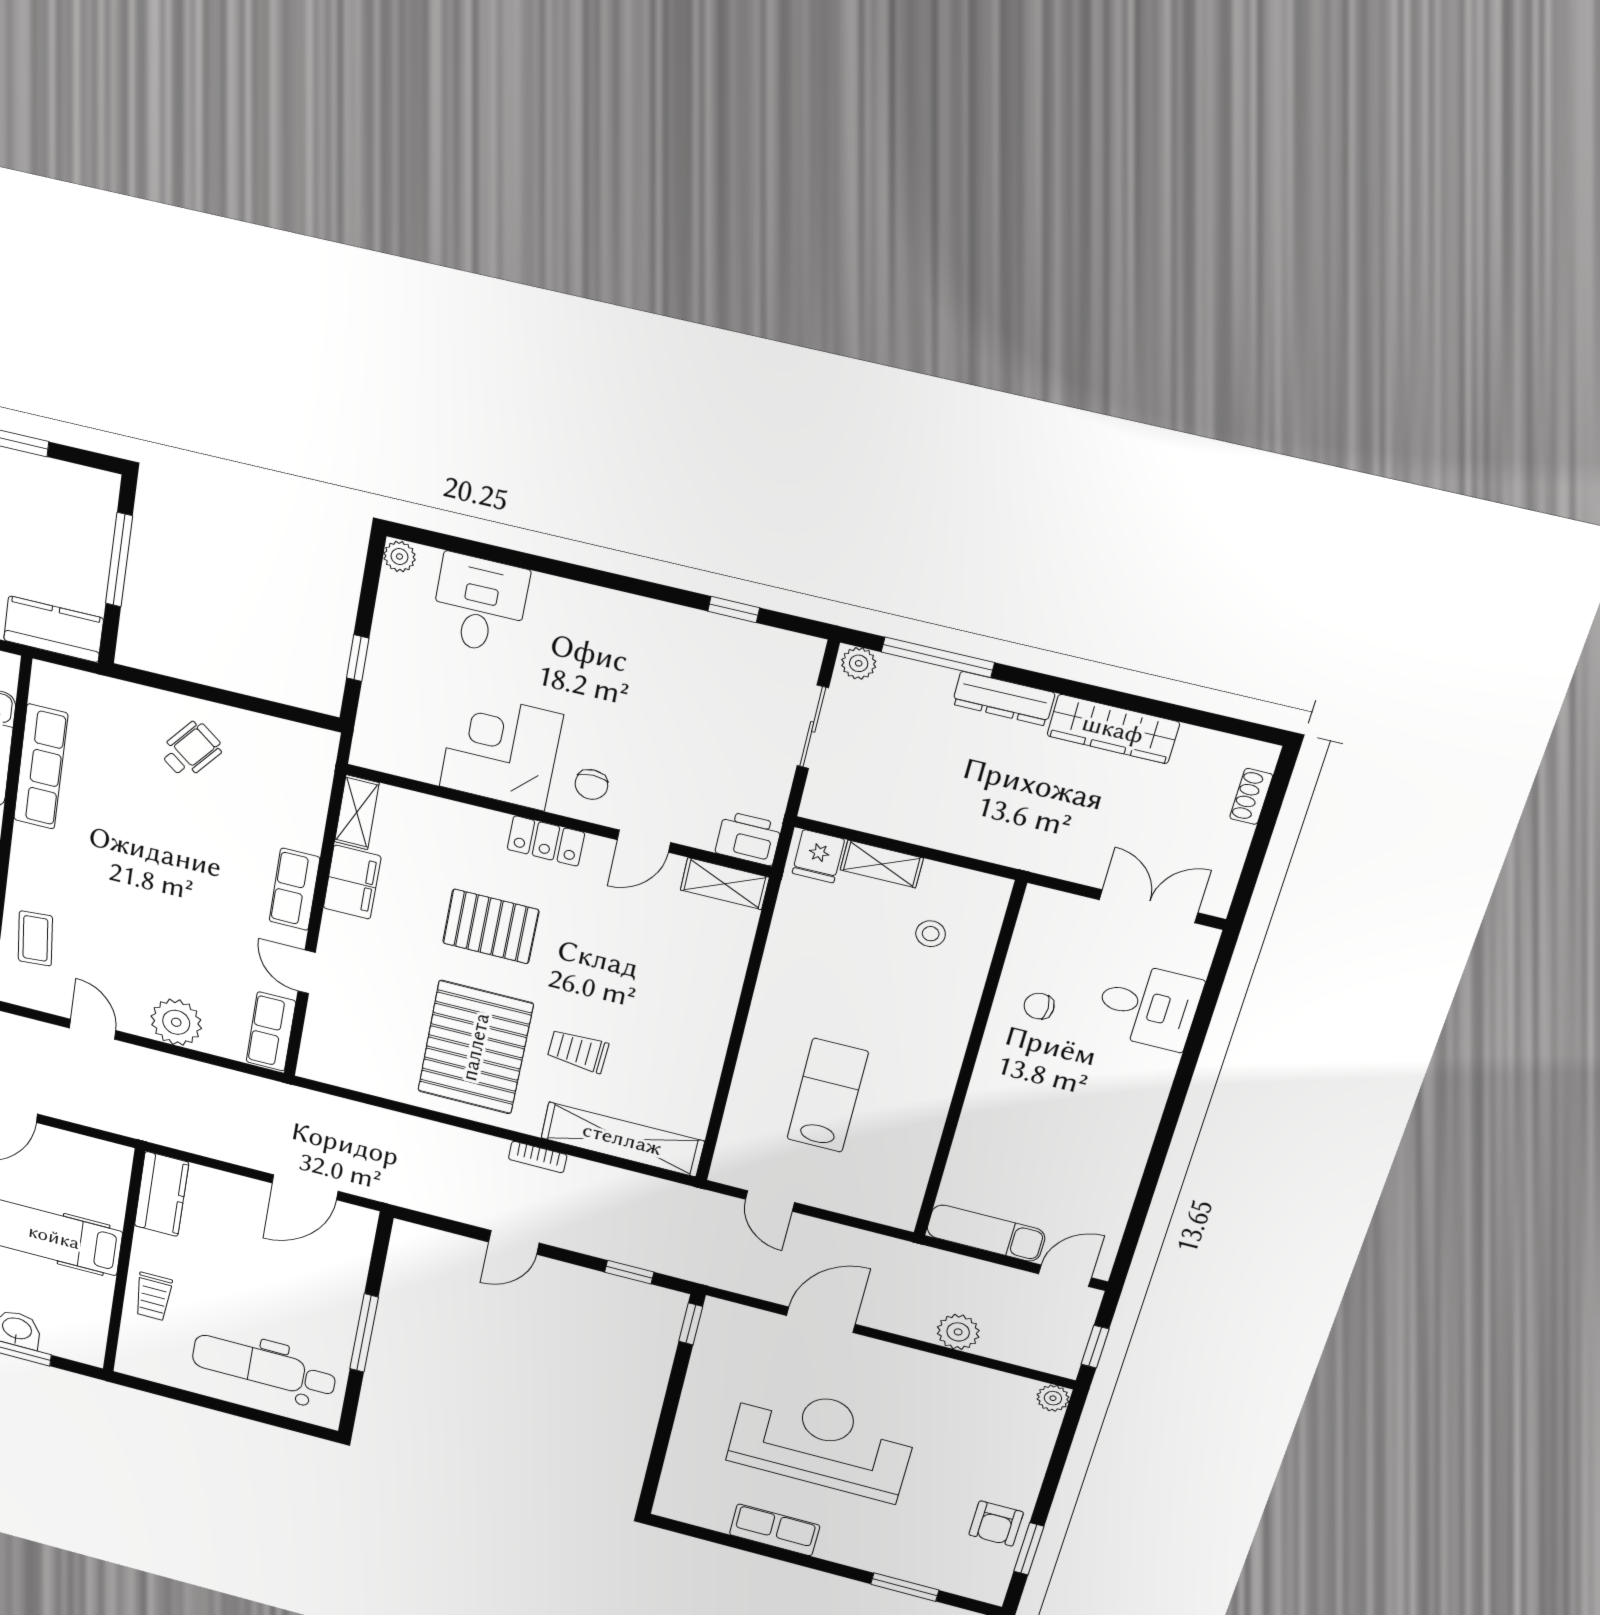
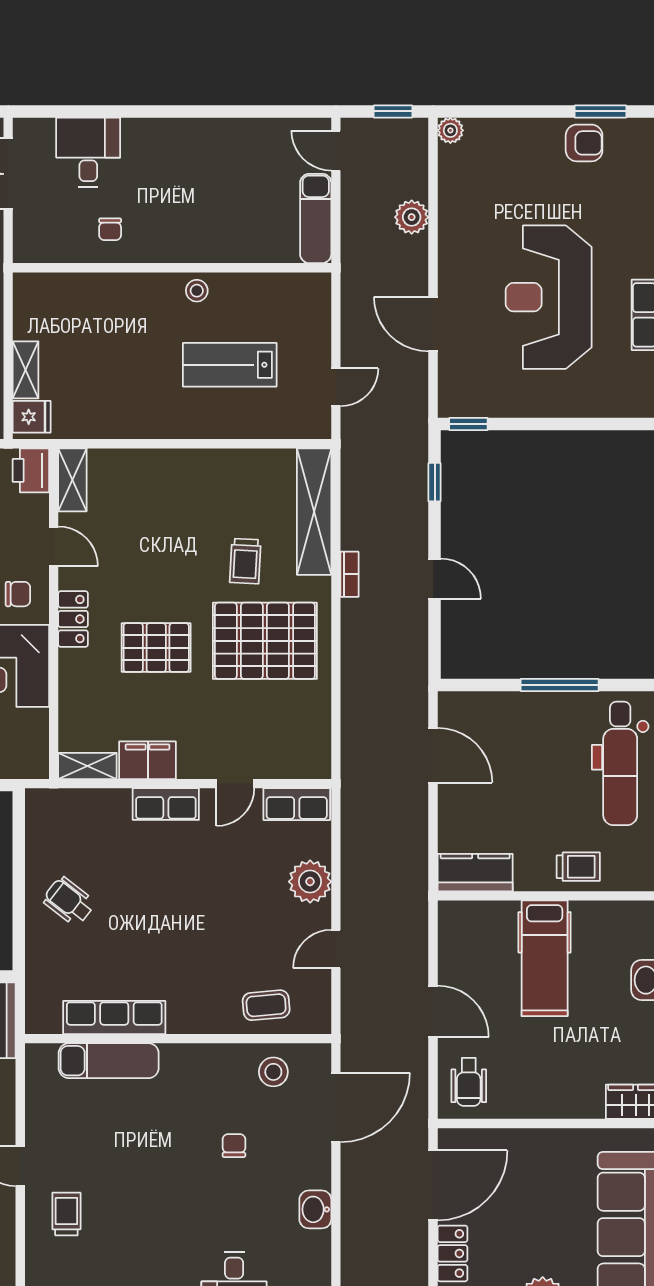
pallet: (491, 926) -> (156, 648), turned 90
stool: (931, 934) -> (197, 291), moved

